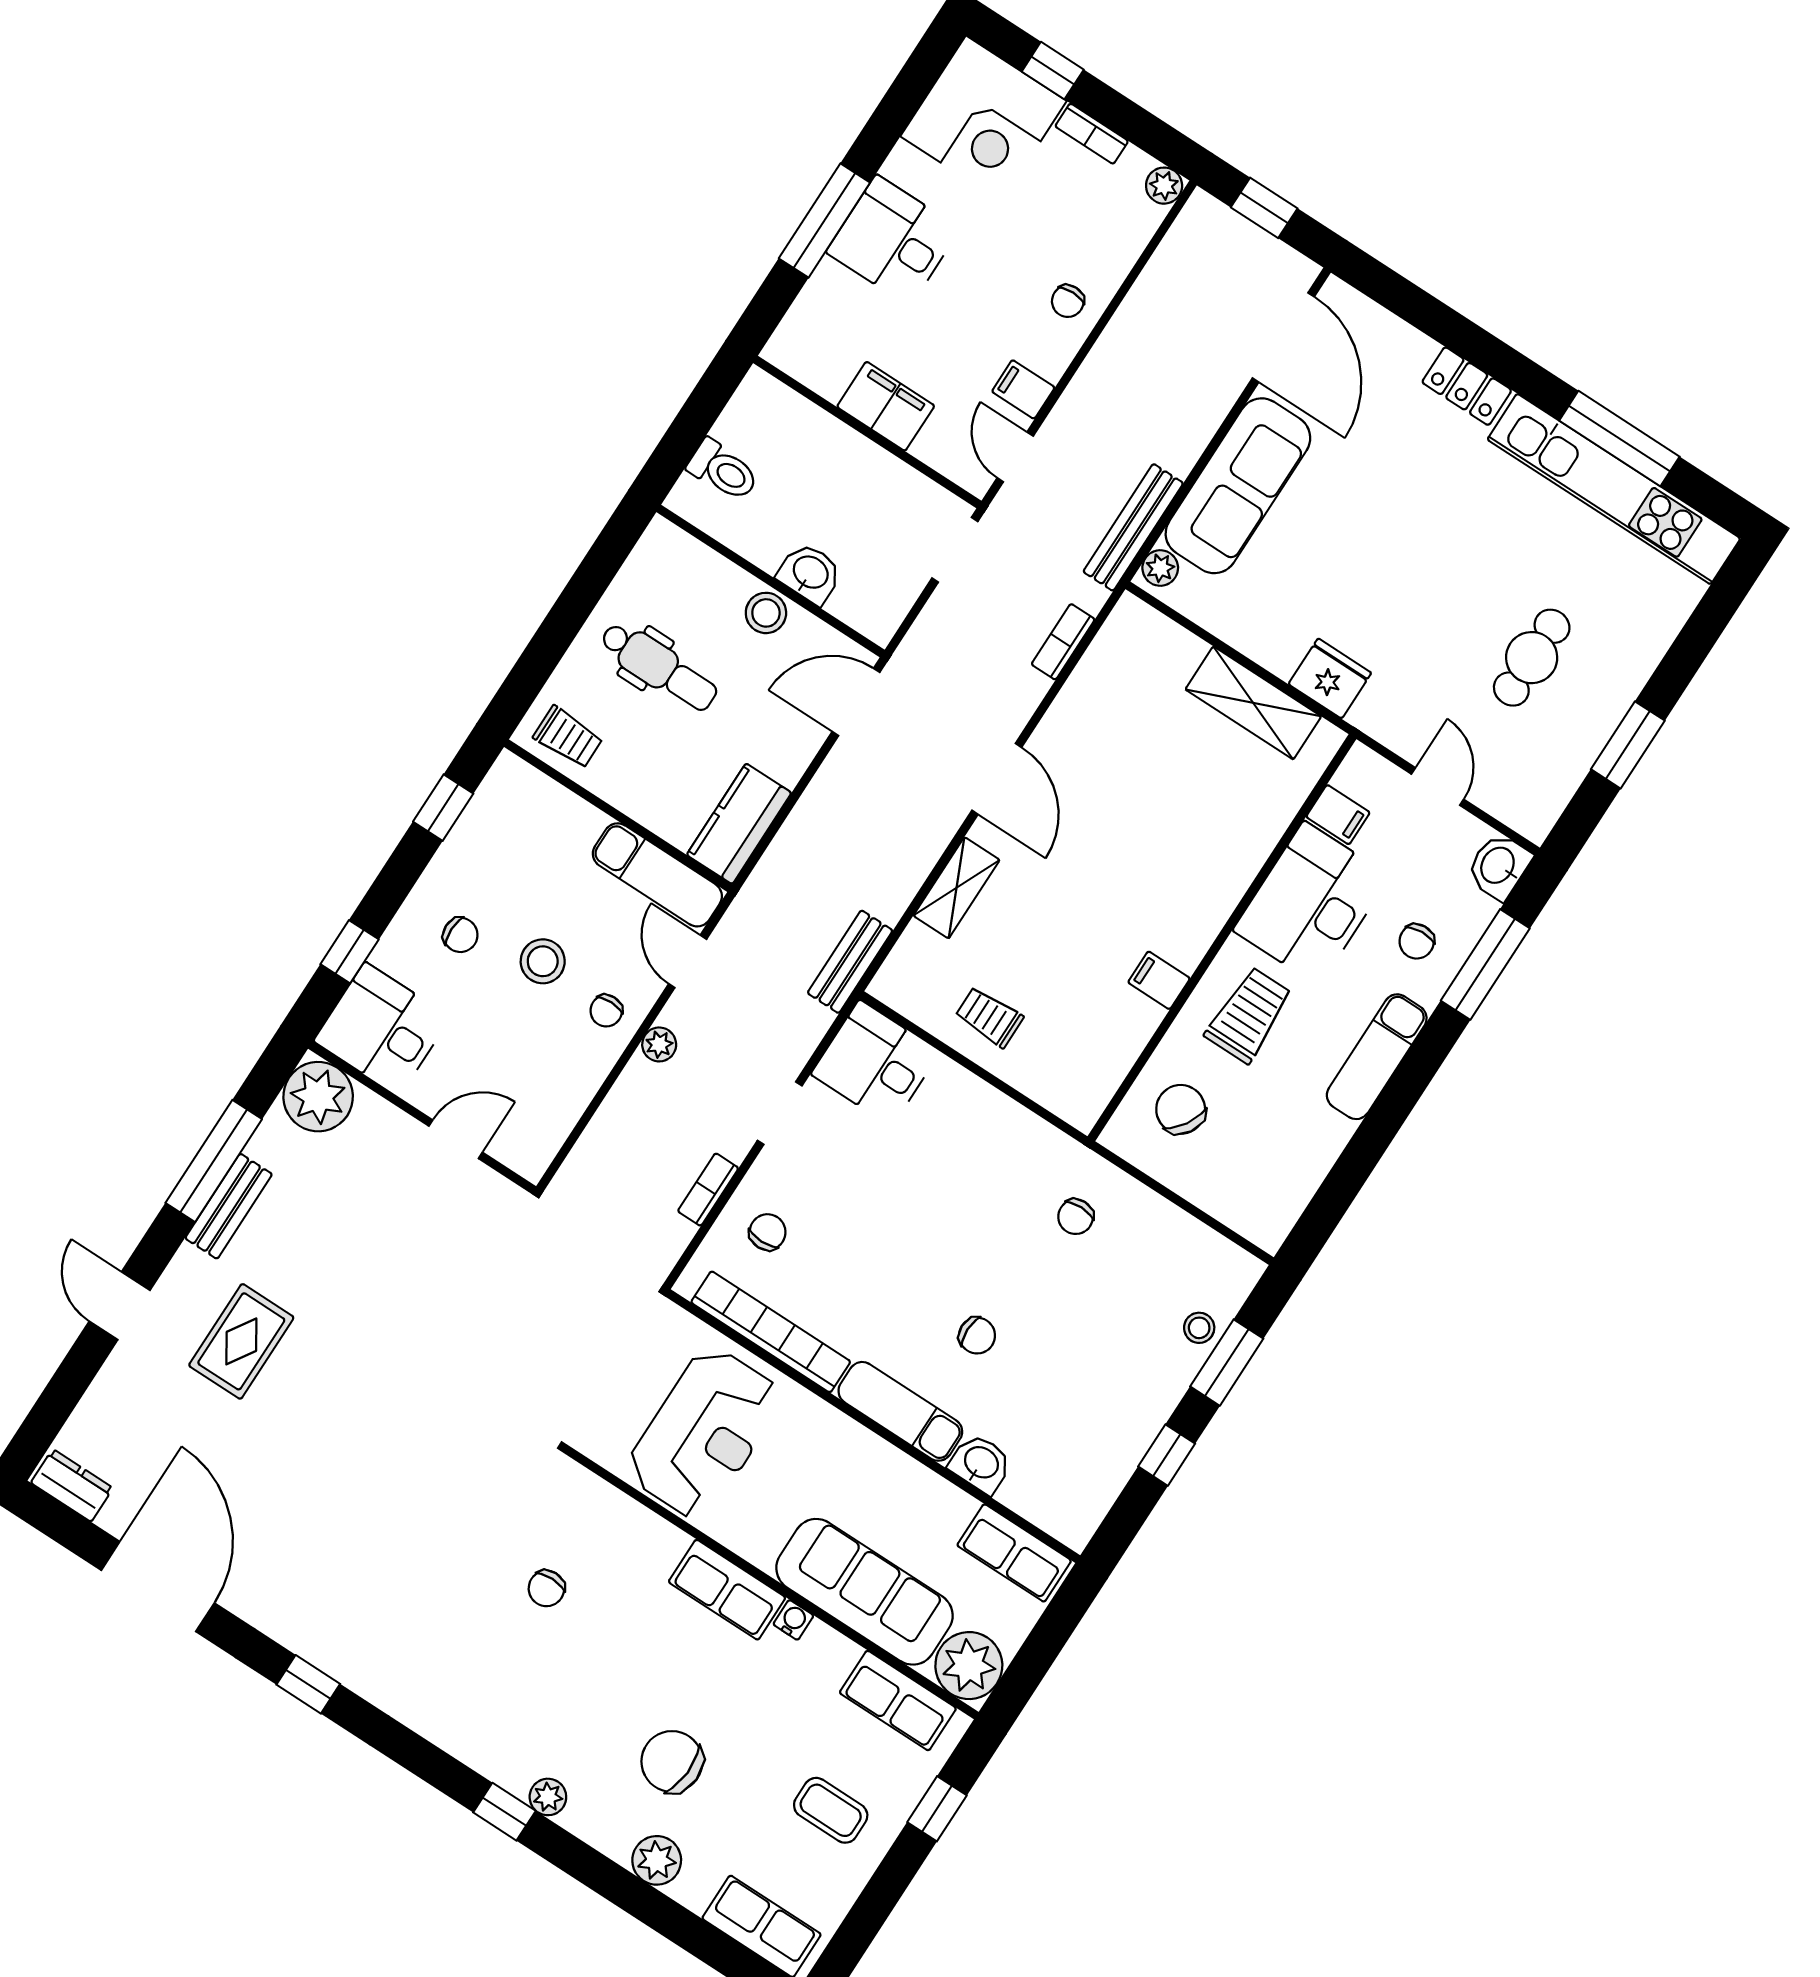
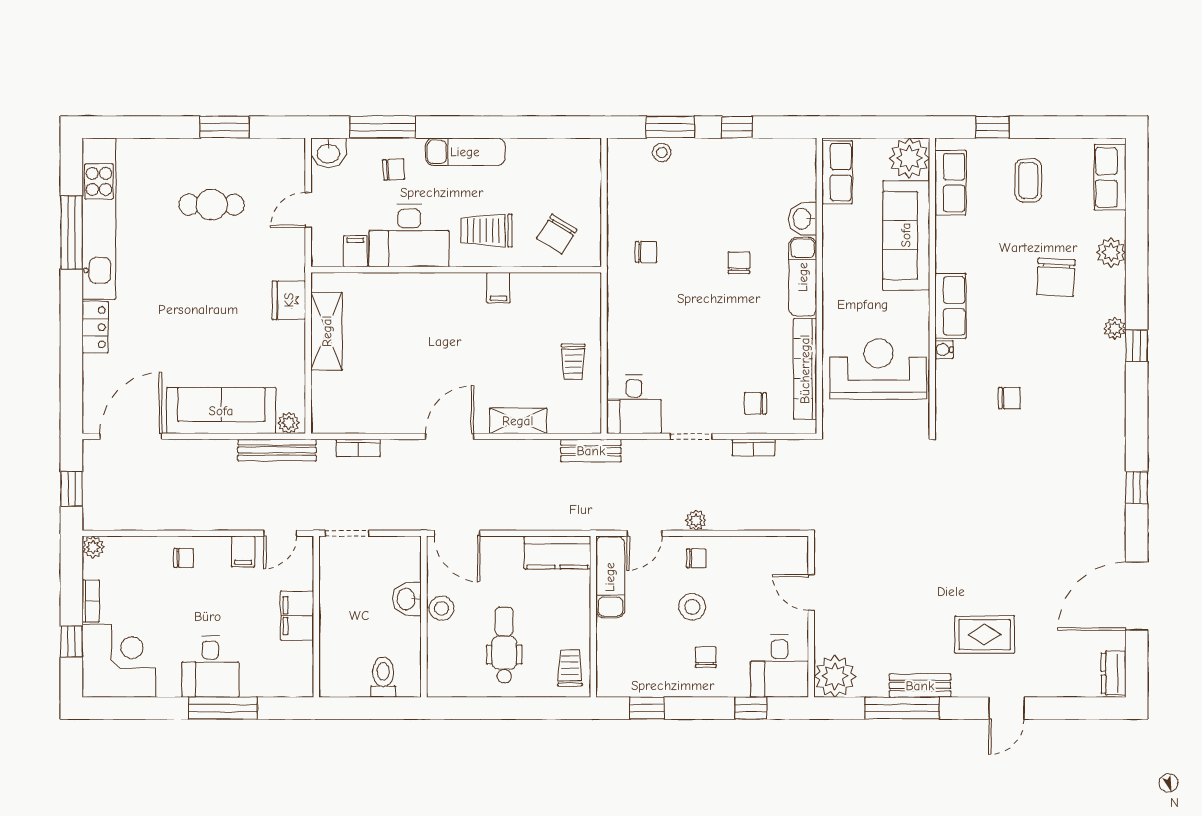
water cooler: (793, 1620) -> (944, 350), moved

